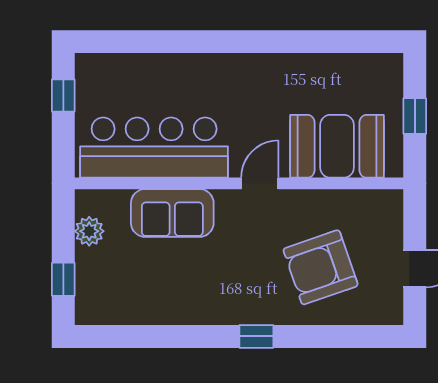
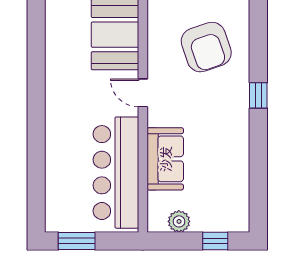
window: (63, 95) -> (77, 241), width x1.50

